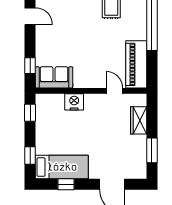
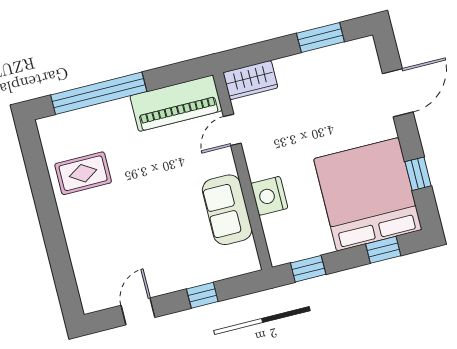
window: (30, 66) -> (202, 295), moved
sofa: (54, 77) -> (227, 210), moved
wardrobe: (139, 120) -> (250, 80), moved
bed: (62, 167) -> (368, 194), width x2.04

